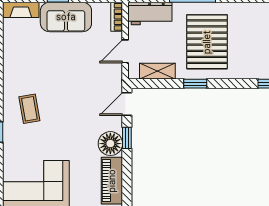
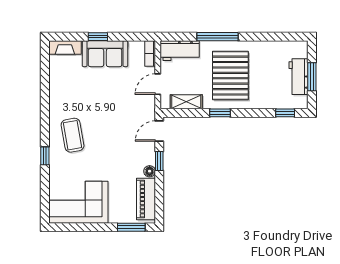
coffee table: (29, 109) -> (73, 135), width x1.36, depth x1.30
floor lamp: (110, 144) -> (150, 171), width x0.53, depth x0.53

